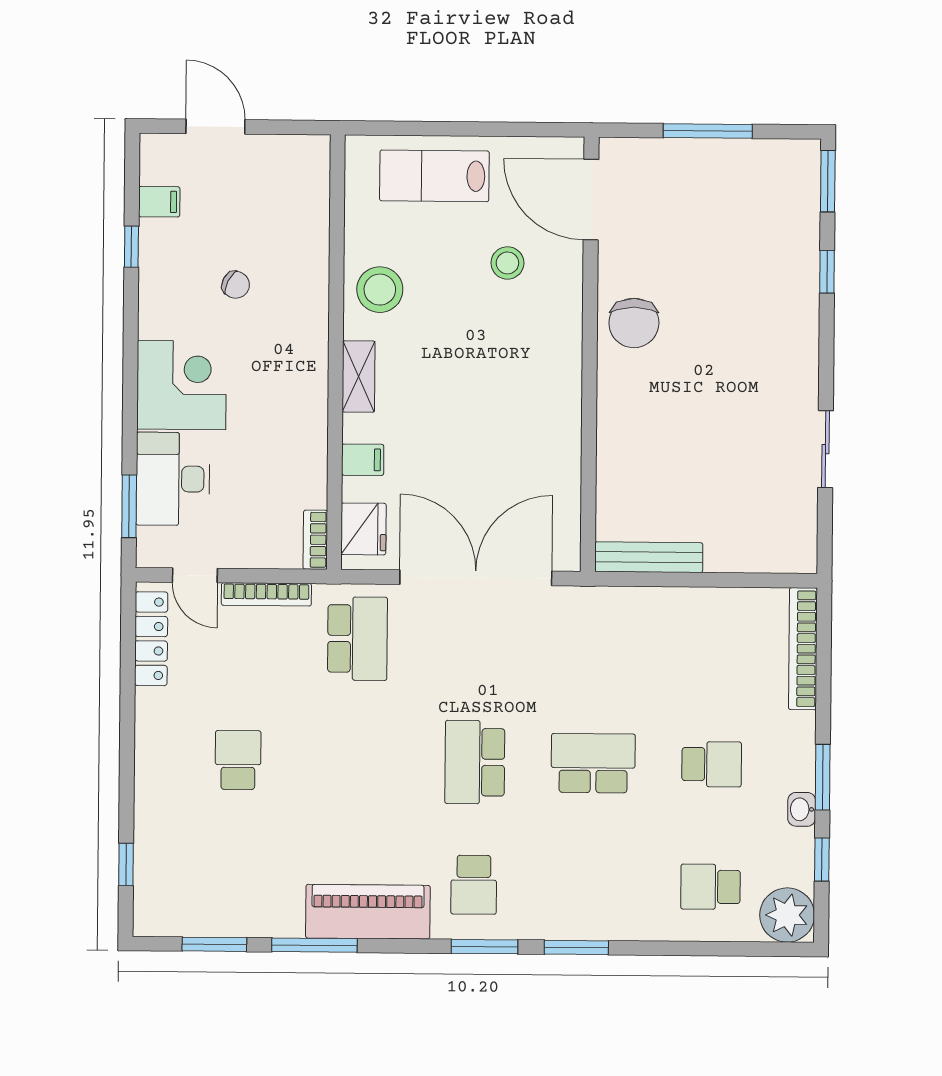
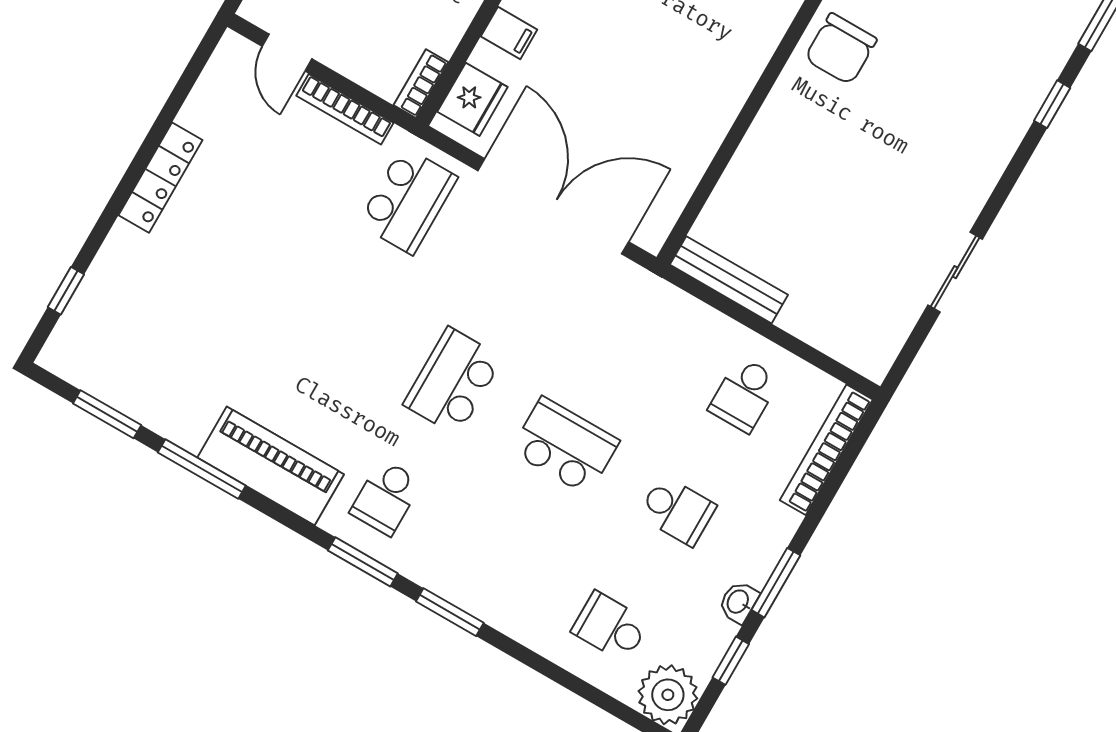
locker: (151, 639) -> (160, 178), moved
school desk: (238, 760) -> (744, 395), moved, turned 180

